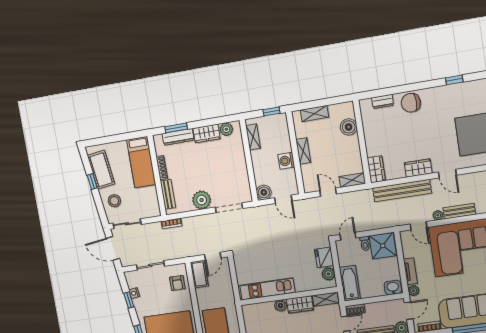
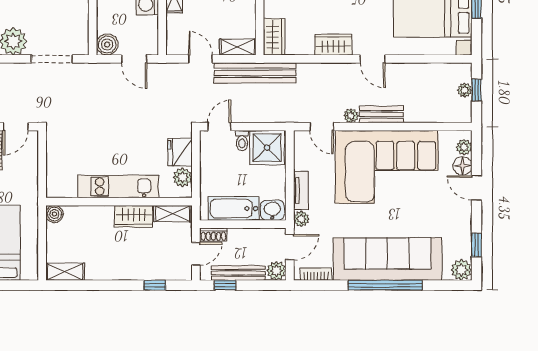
bench: (402, 191) -> (255, 73), moved
bathtub: (350, 283) -> (234, 208), moved, turned -90
kitchen unit: (267, 289) -> (118, 187), moved
boiler: (280, 306) -> (54, 214), moved

